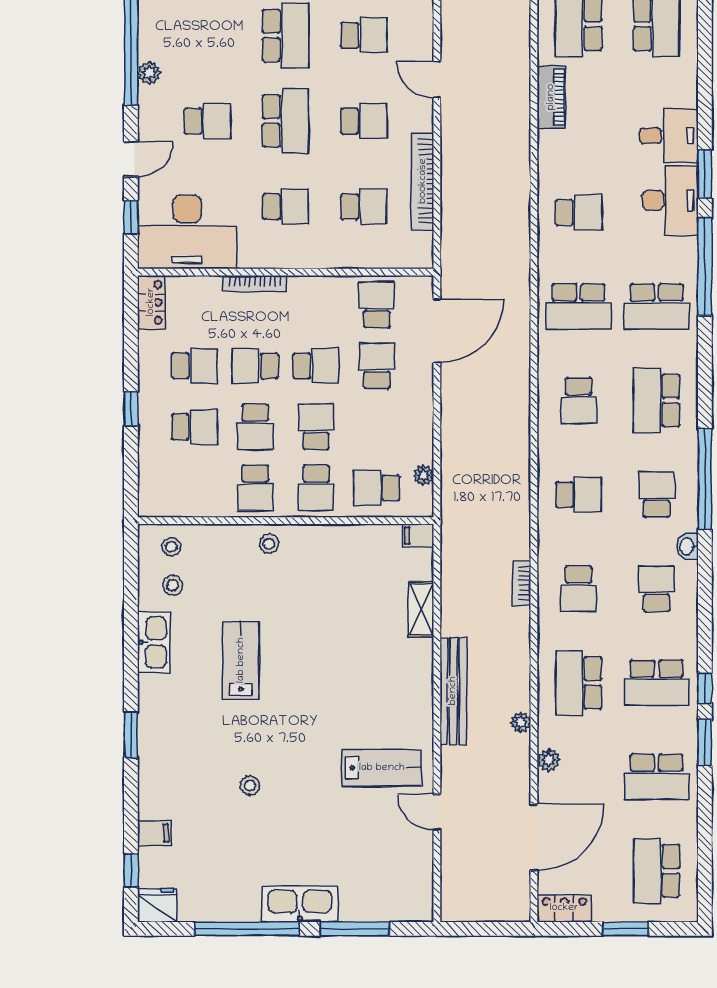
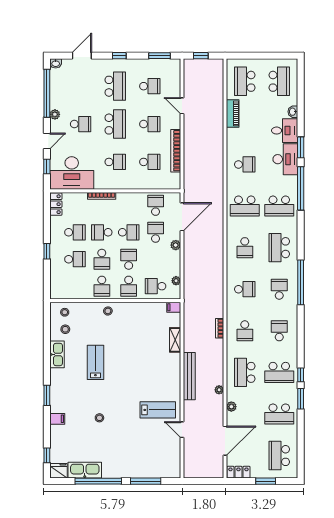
plant: (149, 73) -> (55, 114), moved
plant: (422, 395) -> (176, 245), added
washbasin: (687, 546) -> (293, 112), moved
filing cabinet: (154, 833) -> (57, 419), moved
kitchen sink: (300, 904) -> (85, 470), moved

